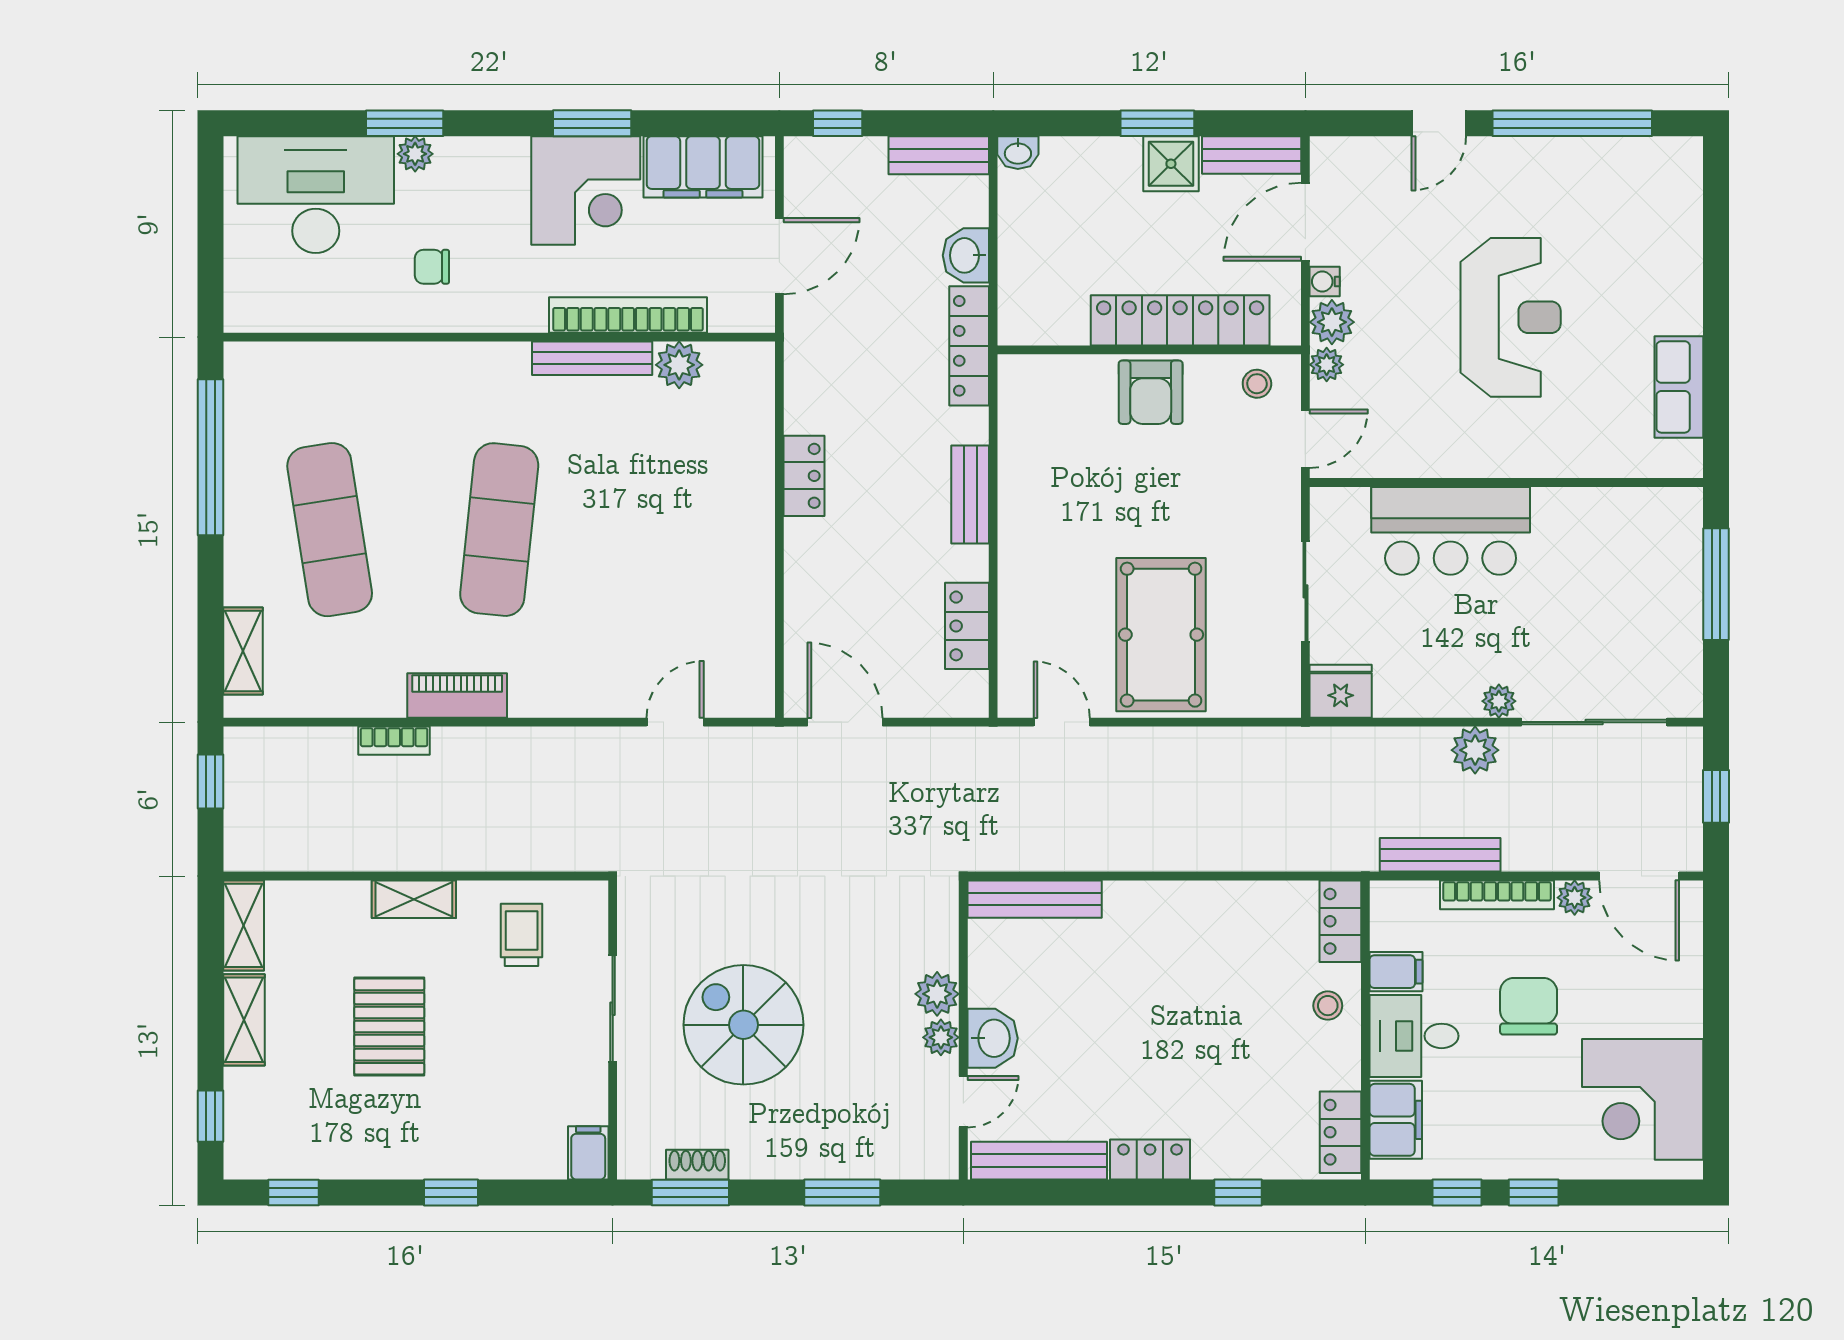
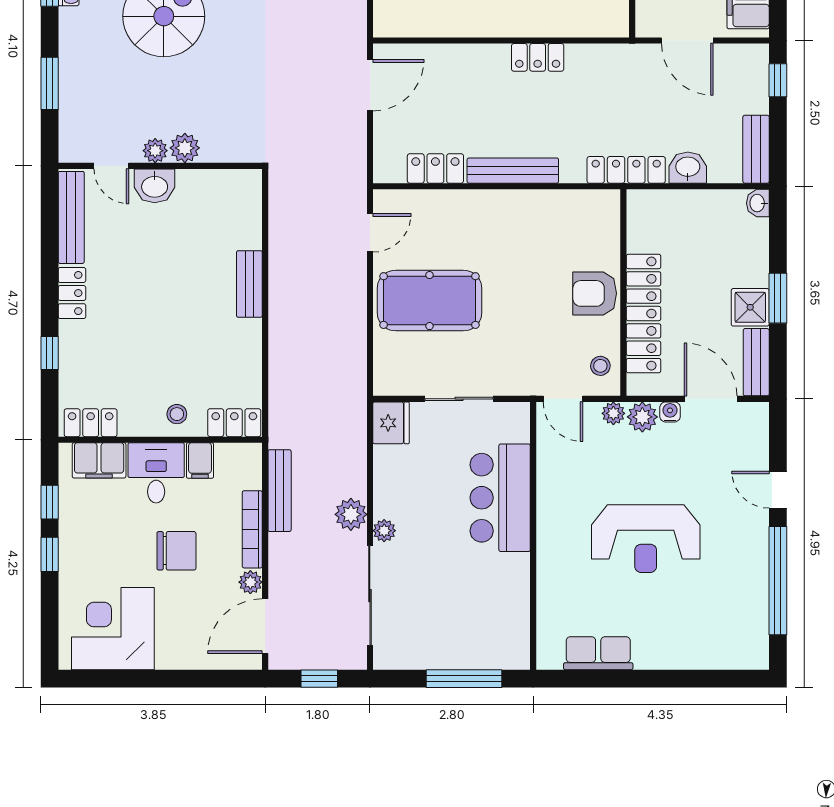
bench: (970, 494) -> (513, 171), width x1.36
bench: (1035, 899) -> (249, 284), moved, width x0.73

